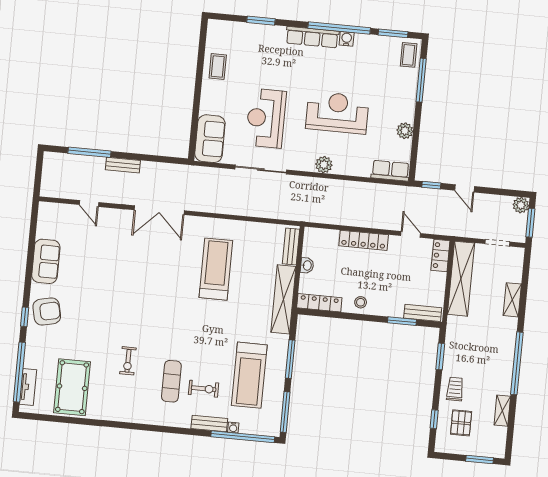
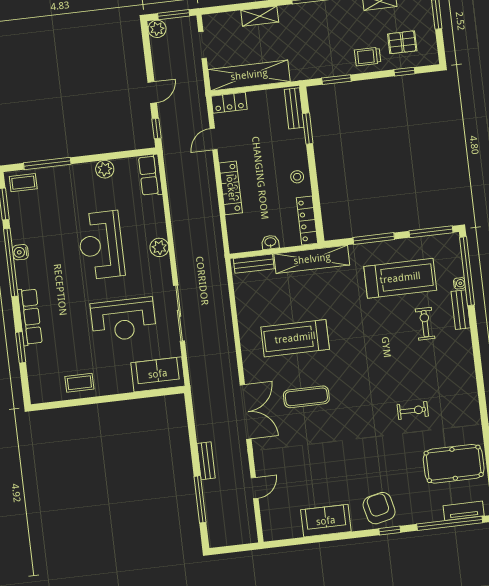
row of seats: (312, 37) -> (30, 317), moved
exercise mat: (171, 381) -> (306, 397), moved

